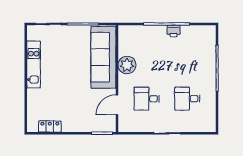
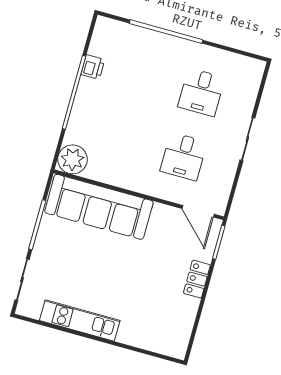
printer: (174, 31) -> (93, 67), moved
plant: (127, 65) -> (73, 159), moved
door: (117, 105) -> (198, 211), moved
locker: (50, 126) -> (197, 279), moved

